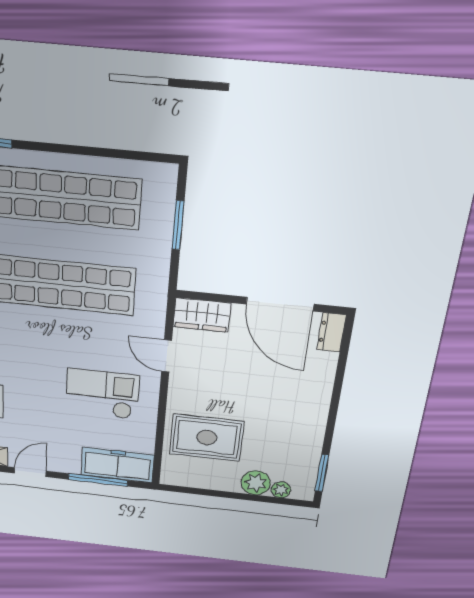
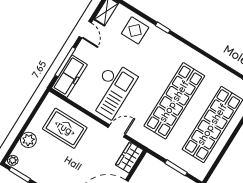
checkout: (102, 394) -> (111, 90), width x1.36, depth x1.21
rug: (207, 438) -> (65, 128), turned 90
plant: (281, 490) -> (13, 160), moved

